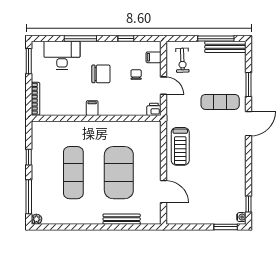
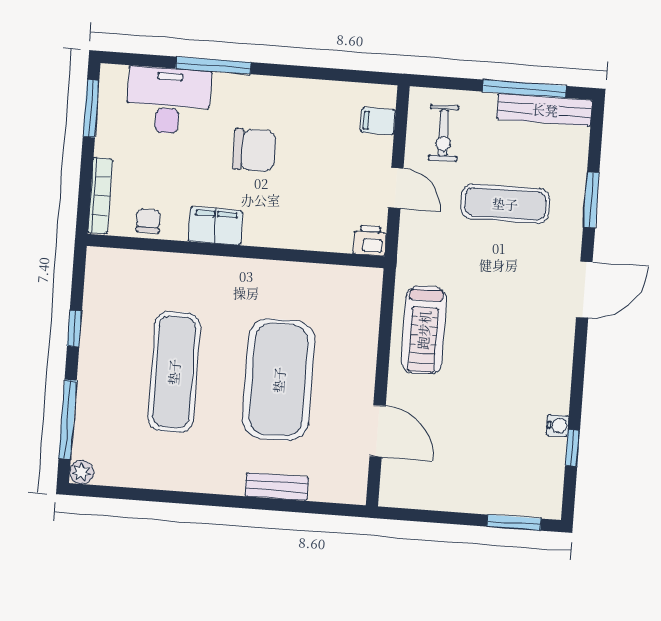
window: (126, 39) -> (318, 73), removed
chair: (136, 75) -> (148, 221), moved
exercise mat: (220, 102) -> (505, 204), moved
filing cabinet: (92, 108) -> (215, 226), width x2.00
window: (249, 204) -> (572, 448), moved
water cooler: (241, 217) -> (558, 425), moved
bench: (122, 219) -> (277, 487), width x0.73

